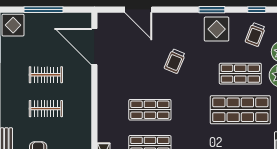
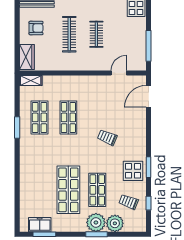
window: (44, 10) -> (149, 46), moved
door: (138, 10) -> (149, 96), moved
door: (94, 47) -> (119, 73), width x0.53
clothes rail: (46, 109) -> (69, 34), width x1.36

